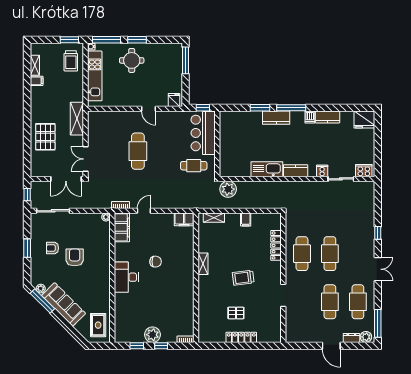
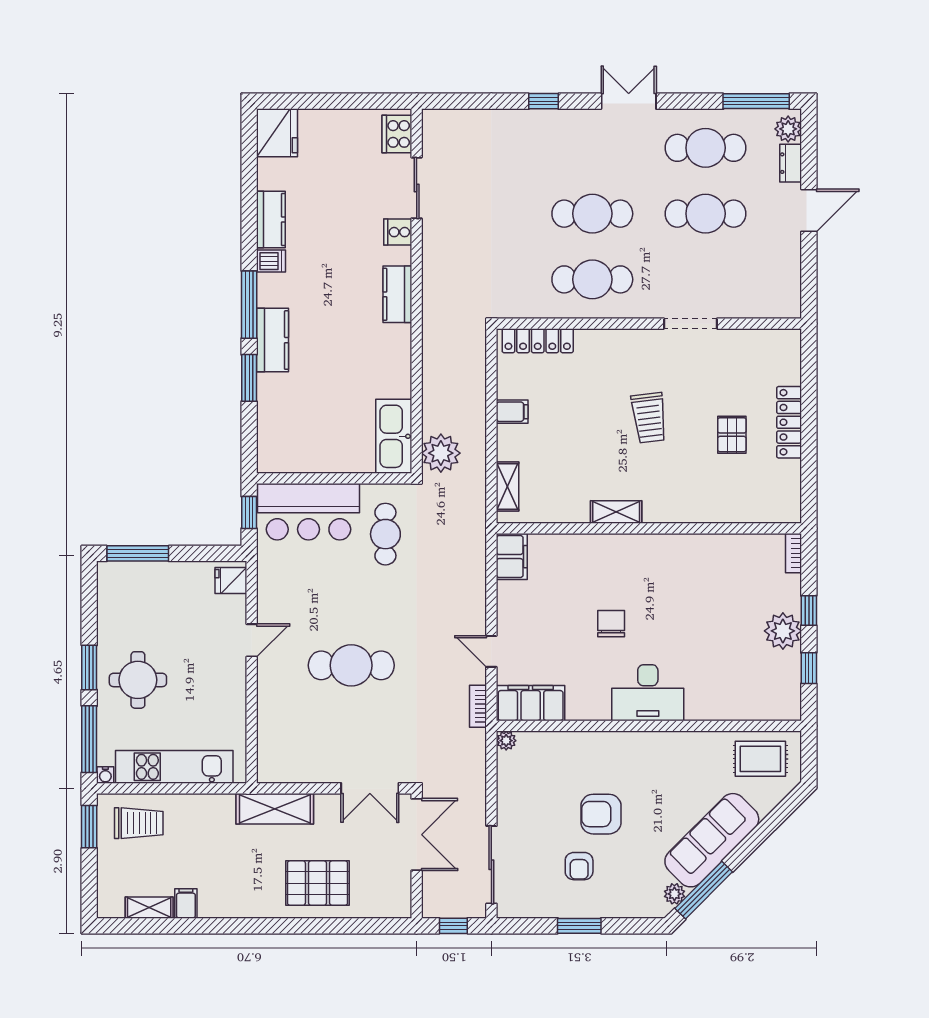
kitchen sink: (267, 169) -> (394, 436), moved
locker: (276, 245) -> (538, 341), moved

